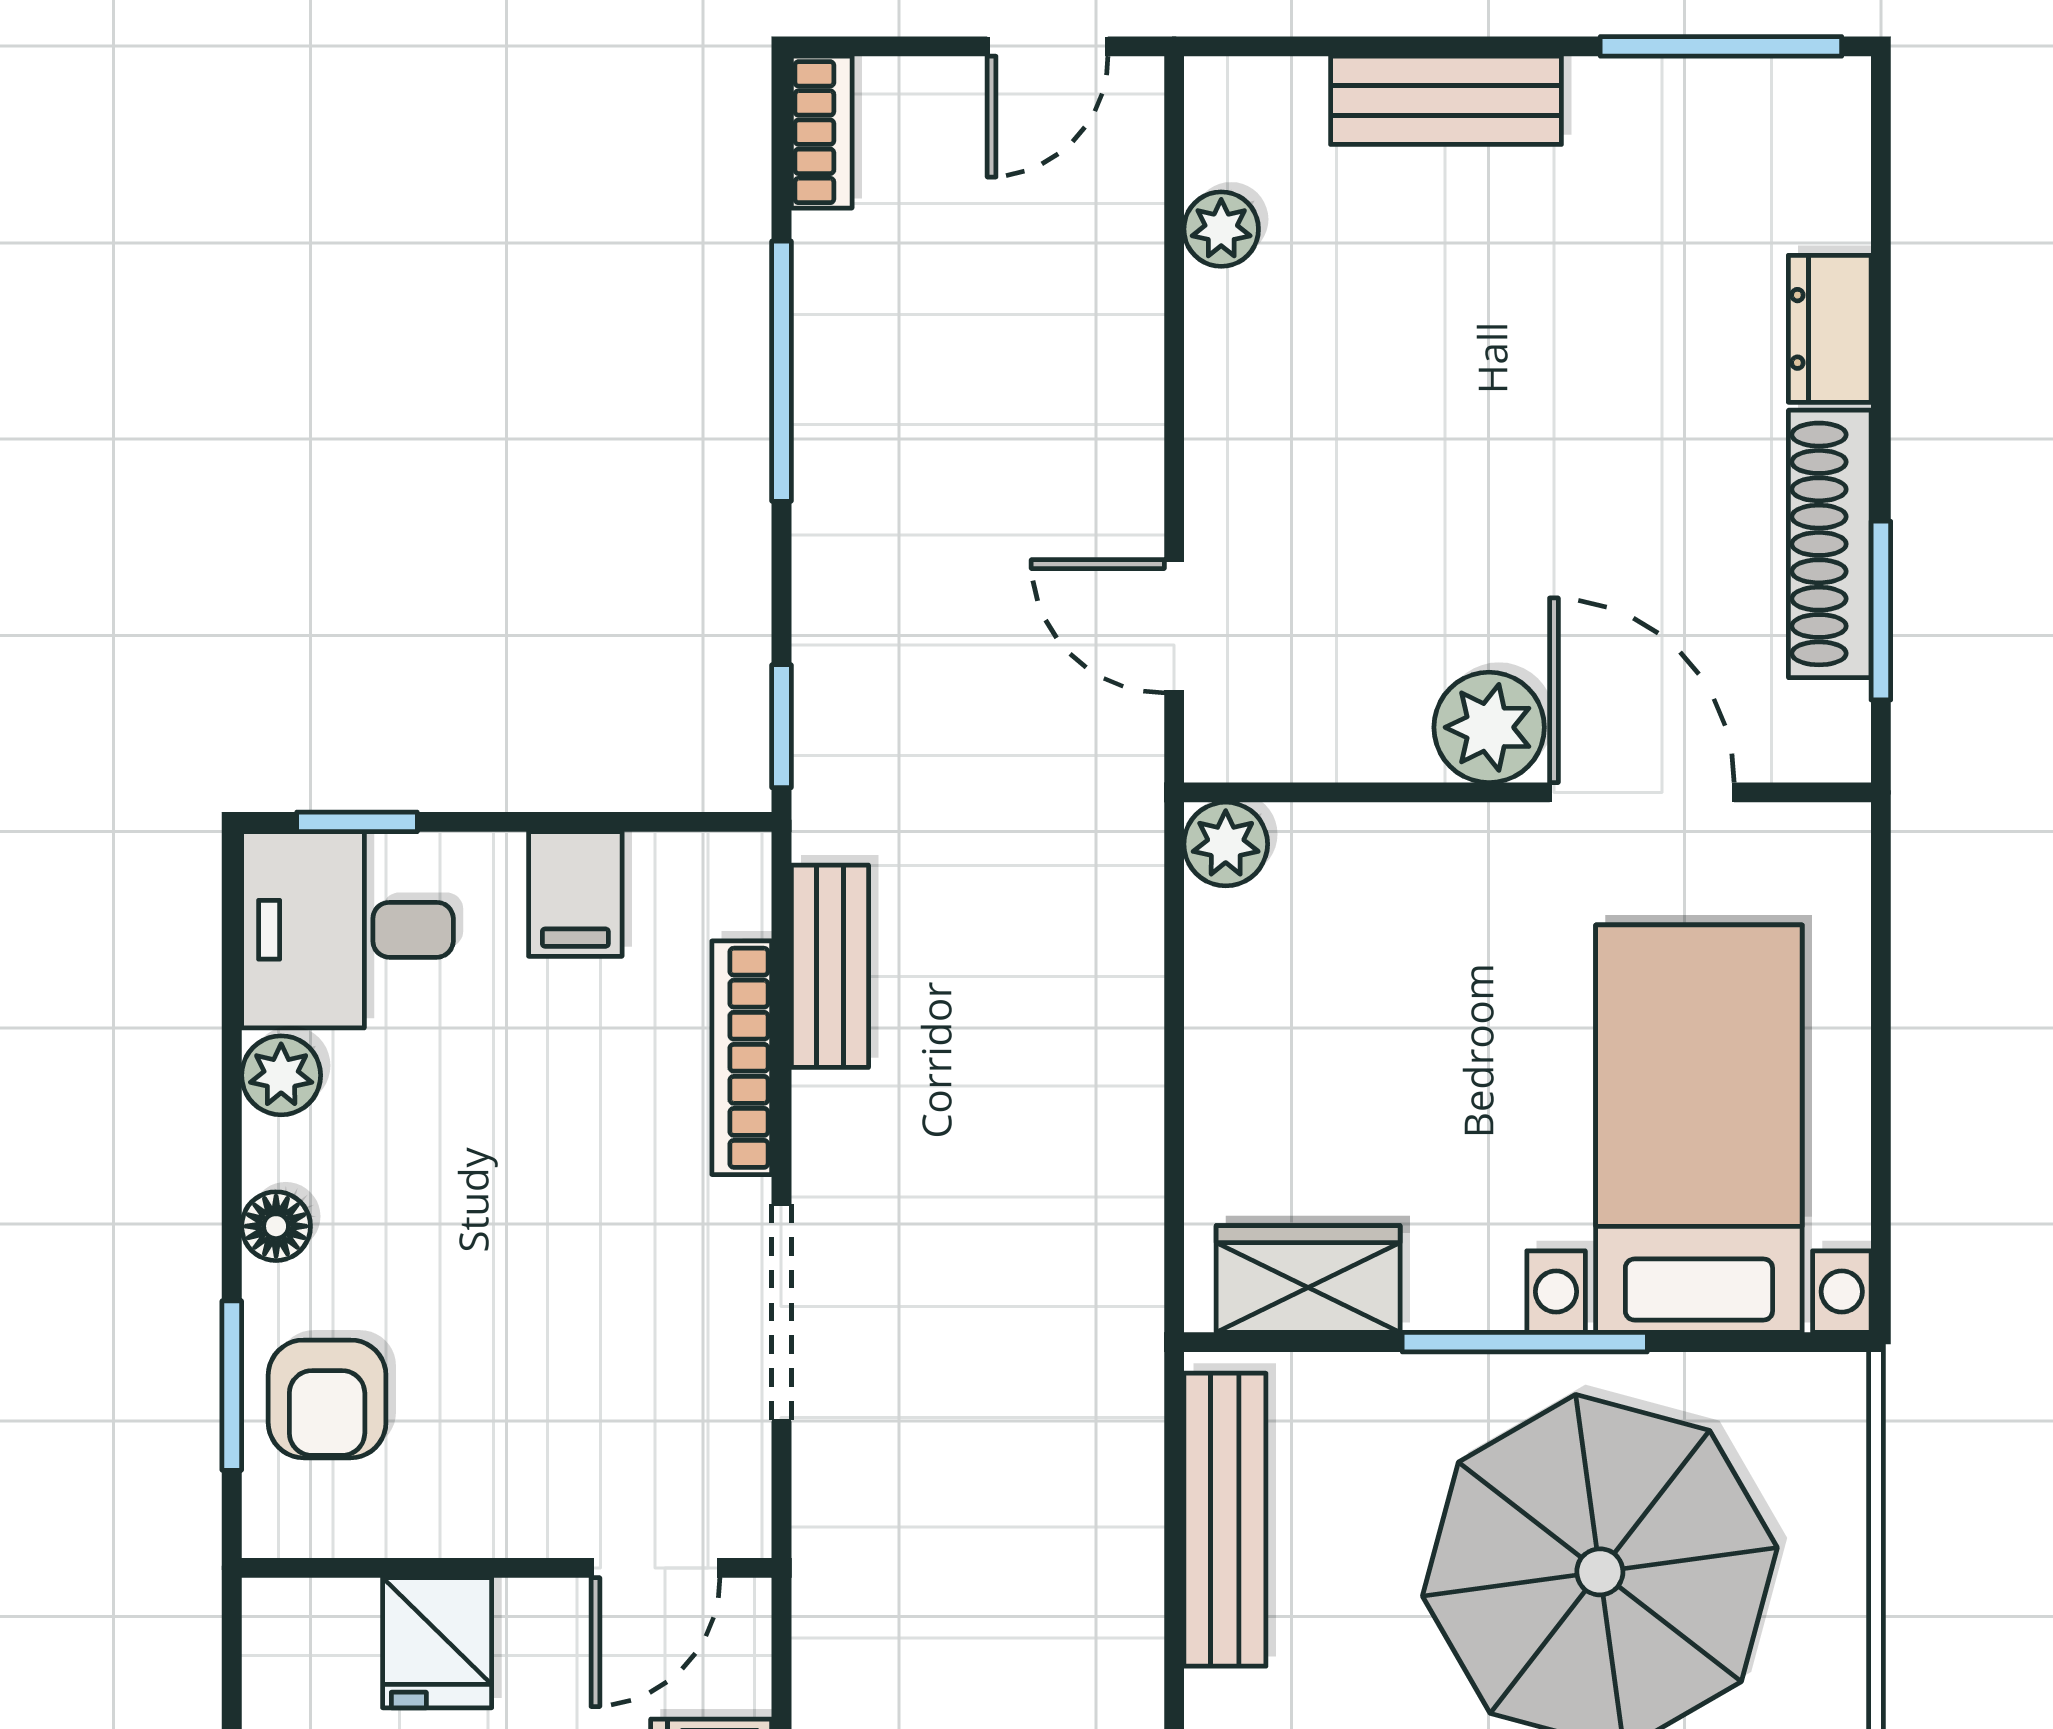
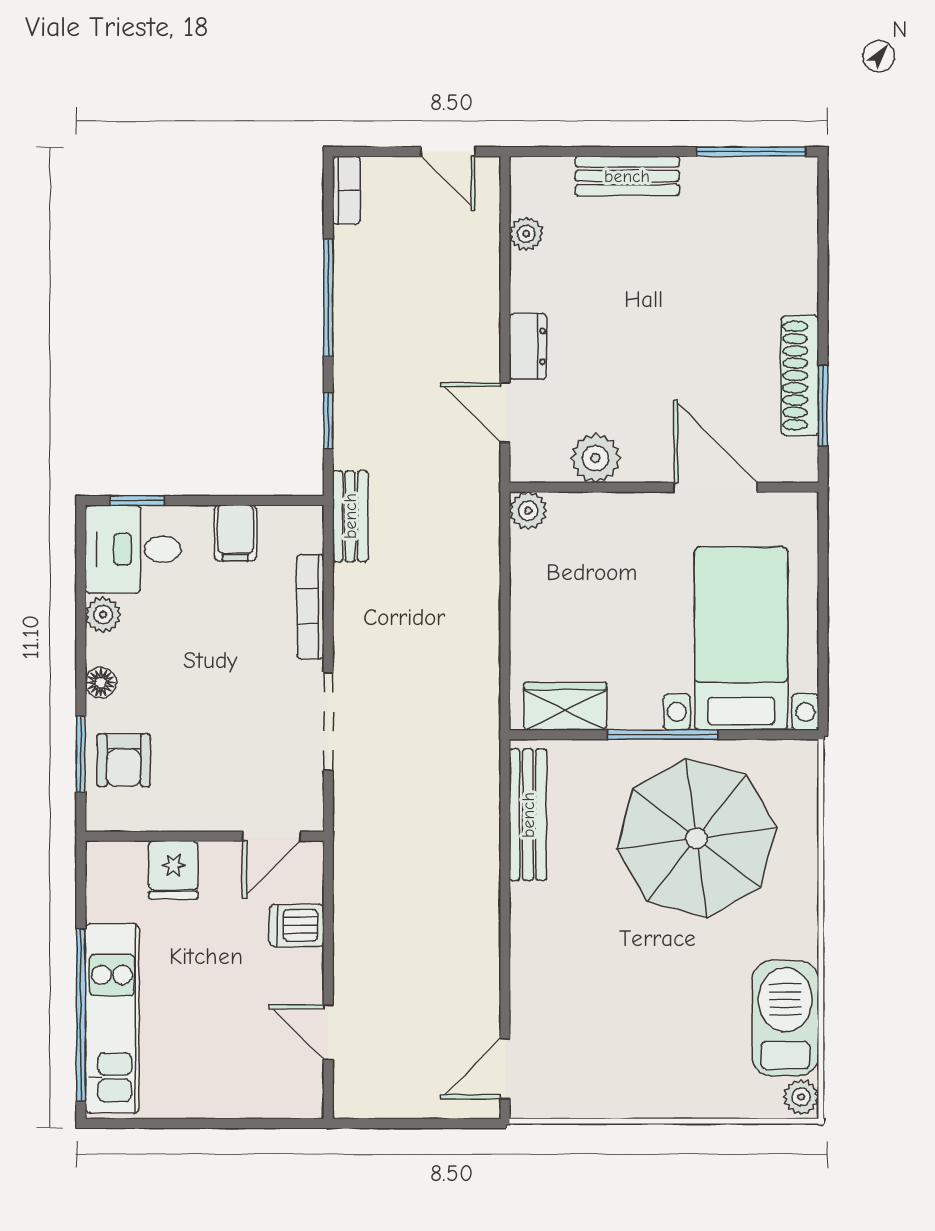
door: (1048, 46) -> (448, 152), hinge flipped
dresser: (1830, 329) -> (528, 346), moved, turned 180
window: (781, 726) -> (328, 421), moved
plant: (1489, 727) -> (595, 458), moved
bench: (830, 966) -> (350, 516), moved

